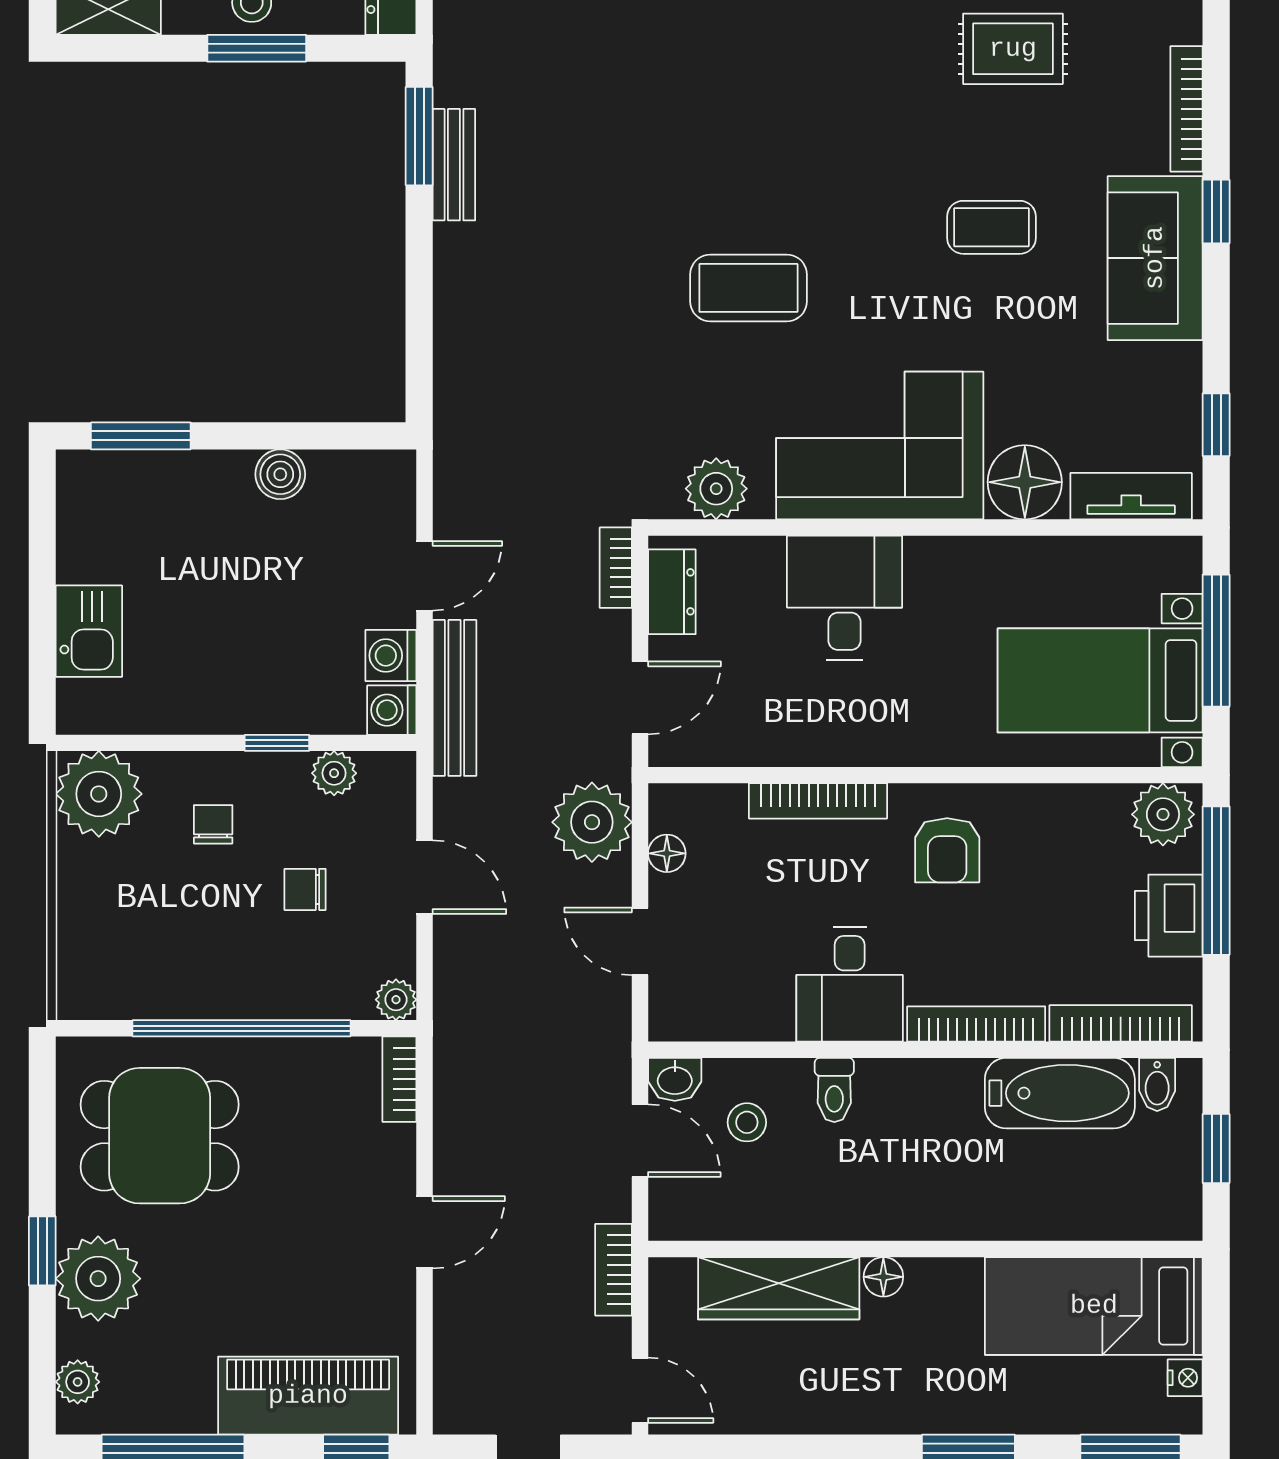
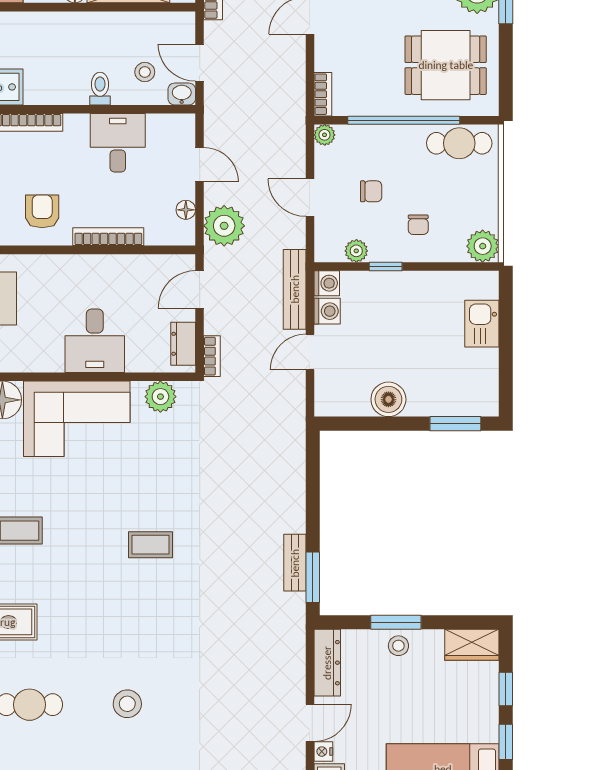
coffee table: (749, 288) -> (150, 545), moved, width x0.73, depth x0.77
boiler: (280, 474) -> (388, 399), width x1.36, depth x1.36
plant: (99, 794) -> (483, 246), width x0.73, depth x0.73
cafe table: (133, 983) -> (459, 143), added
desk: (850, 984) -> (118, 143), moved

